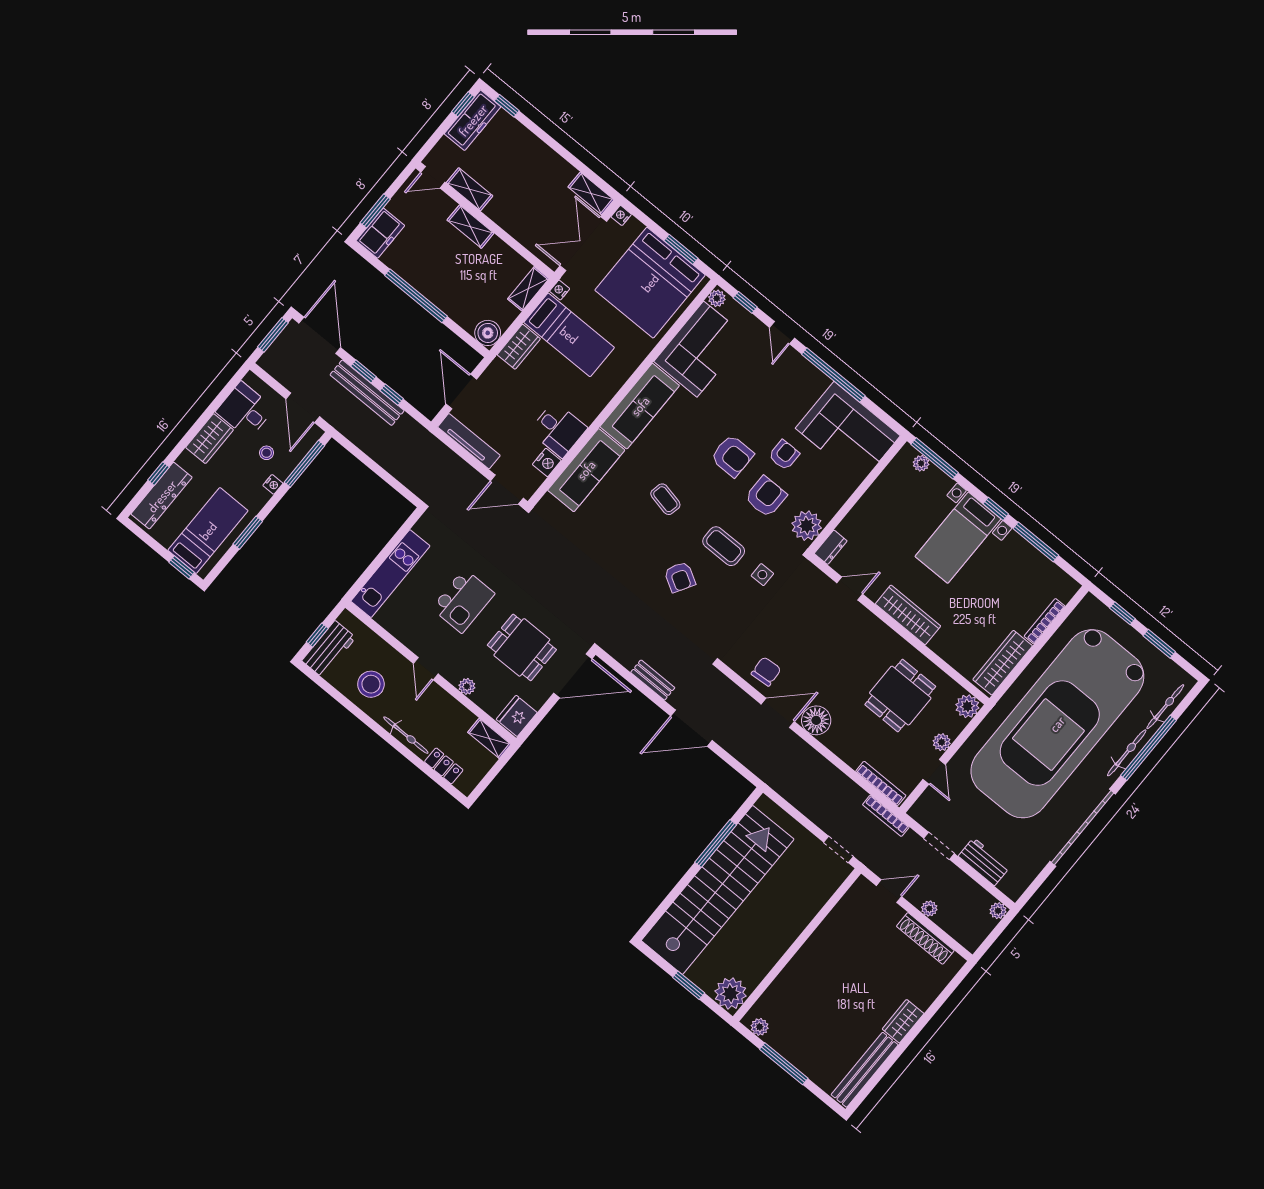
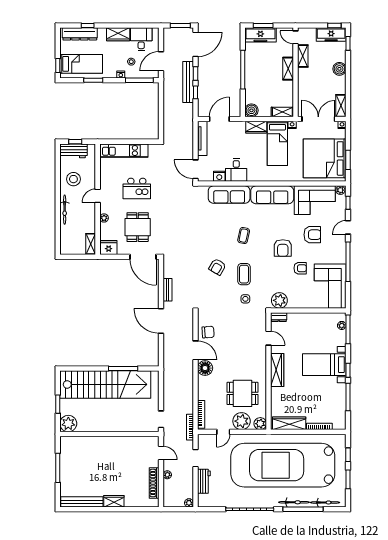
boiler: (534, 150) -> (339, 69), added
freezer: (380, 233) -> (260, 35), width x1.40
armchair: (766, 497) -> (312, 235), moved
plant: (942, 742) -> (242, 421), width x1.88, depth x1.88
locker: (444, 766) -> (65, 235), removed
plant: (760, 1027) -> (65, 446), removed

